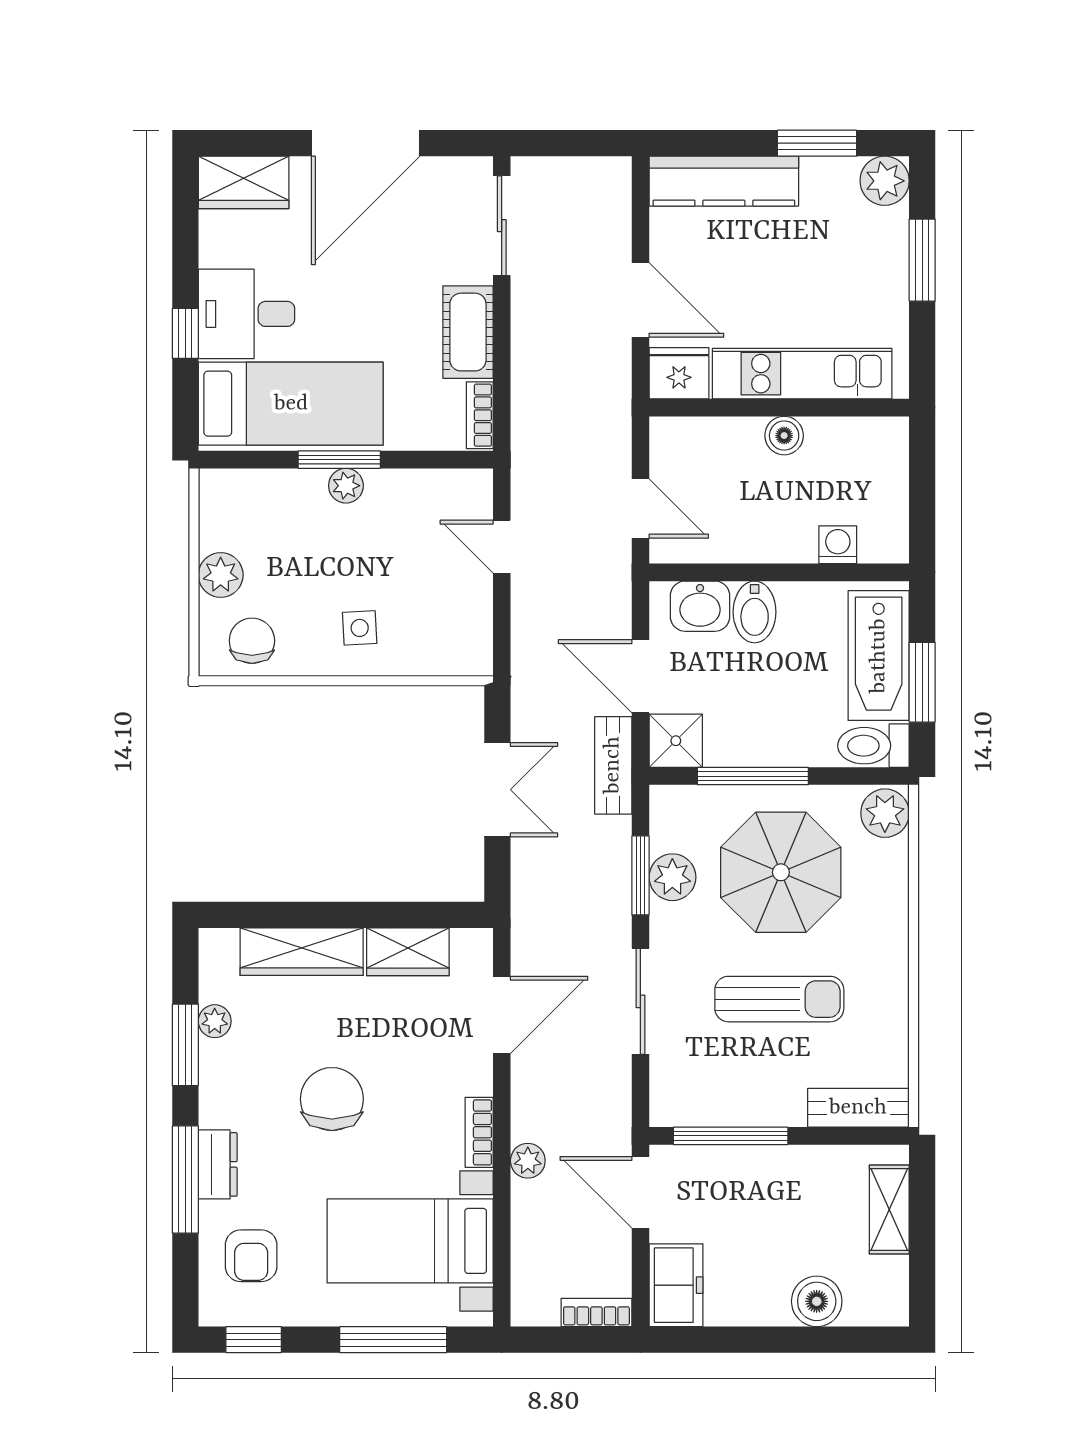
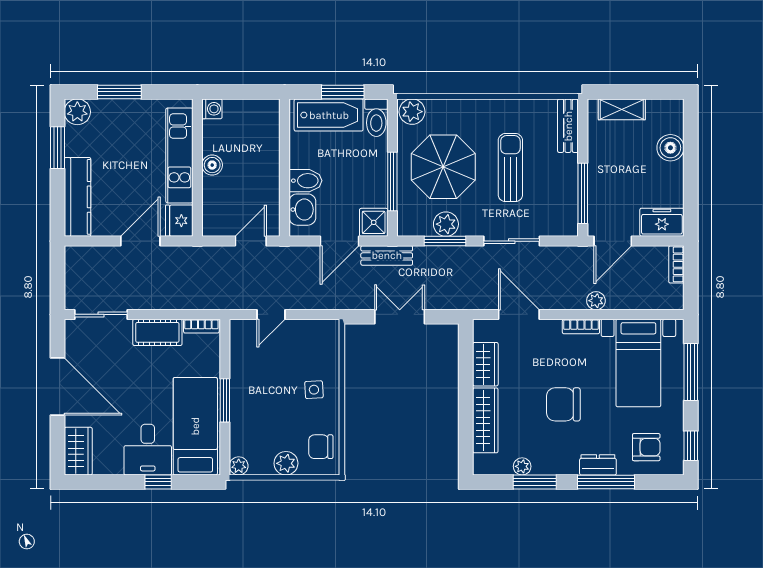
plant: (346, 486) -> (239, 466), moved
washing machine: (838, 545) -> (212, 109), moved, turned 180

